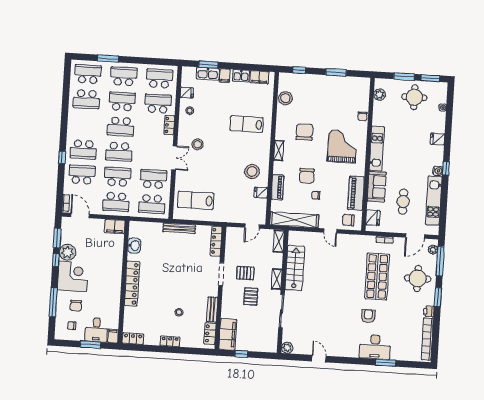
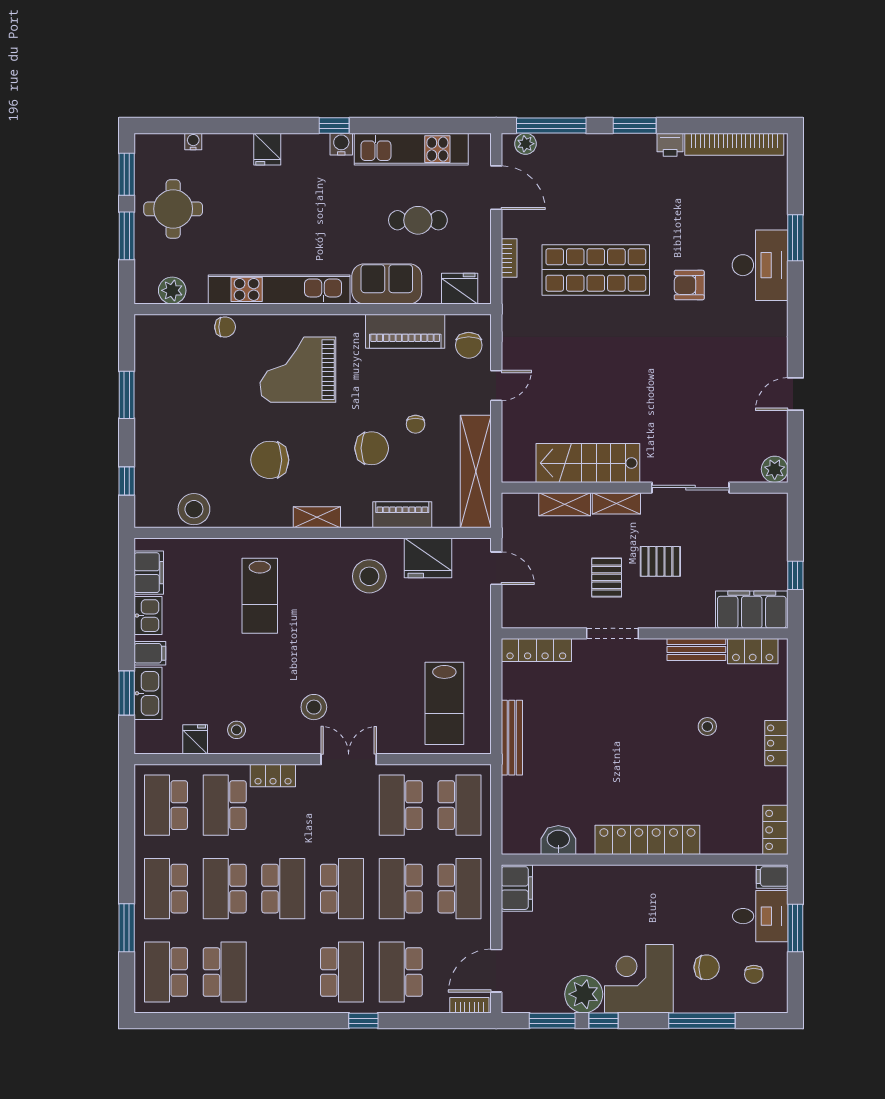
kitchen unit: (377, 149) -> (279, 289), width x1.36
fridge: (261, 193) -> (428, 558), width x1.88, depth x1.34
shelving: (279, 241) -> (565, 504), moved
round table: (418, 278) -> (595, 176), removed

